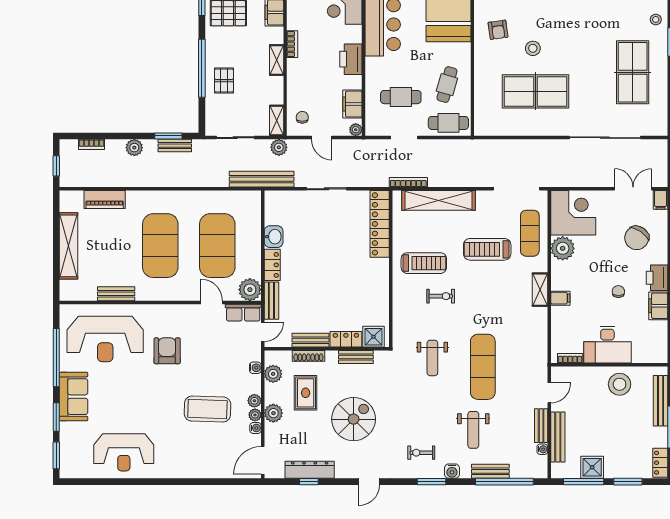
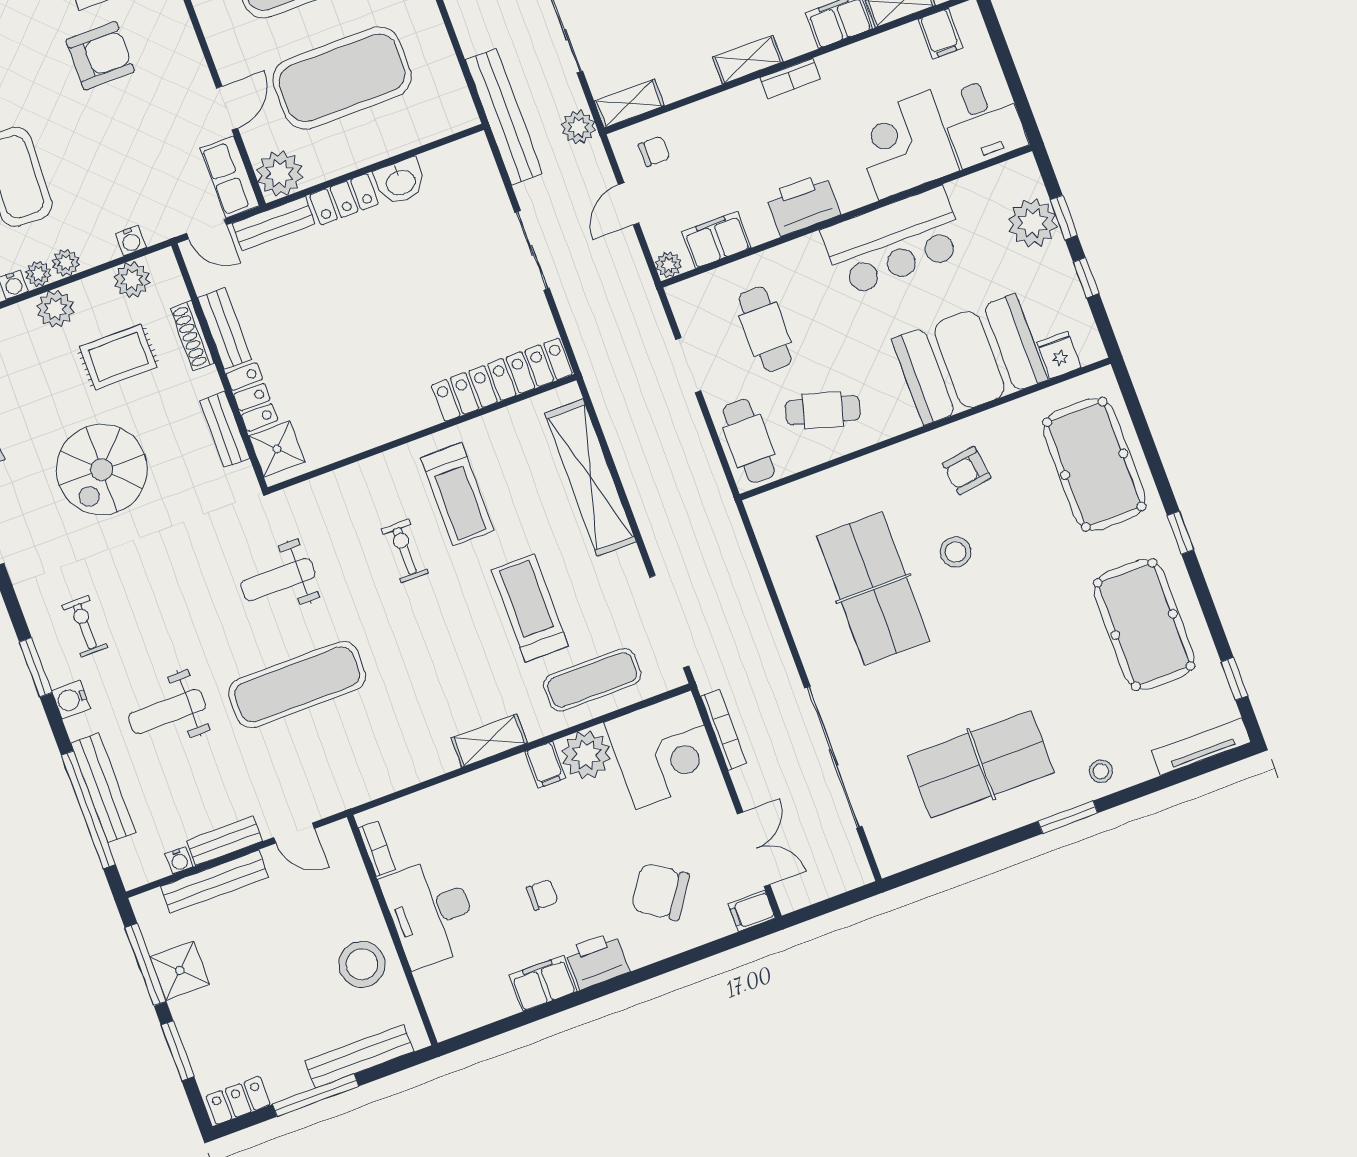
bookcase: (408, 182) -> (724, 730), moved
exercise bike: (441, 296) -> (405, 551), turned 180
filing cabinet: (560, 298) -> (545, 765), moved
spiral stairs: (354, 419) -> (102, 470), turned 90
bench: (490, 471) -> (103, 788), width x1.36

